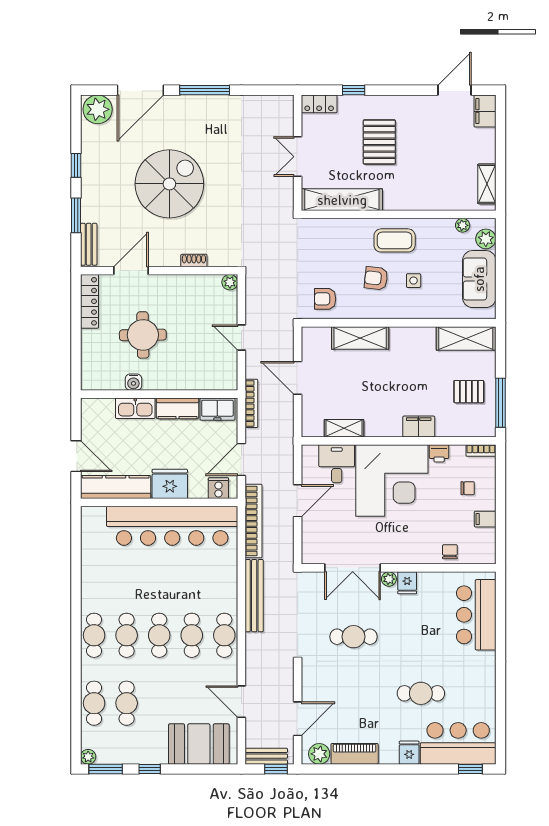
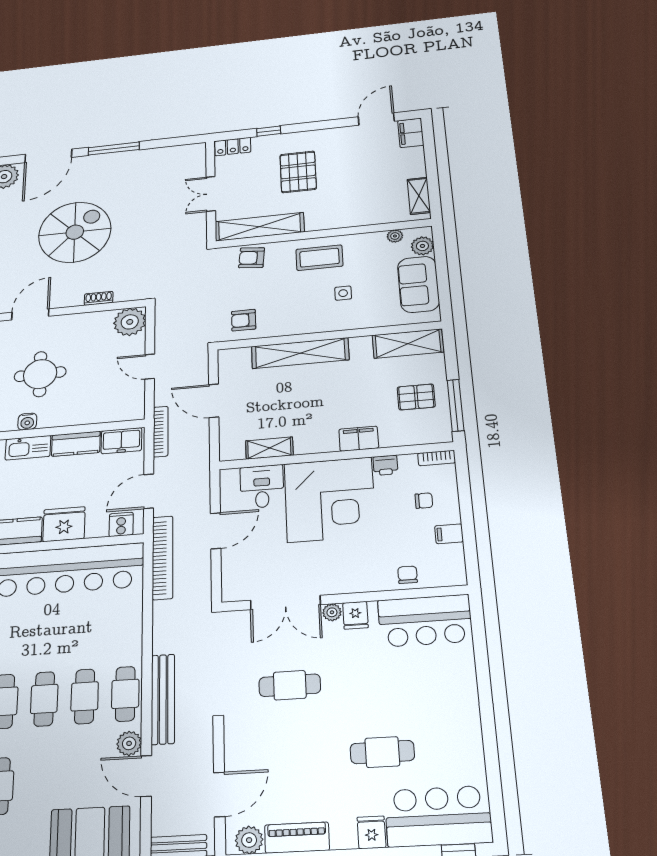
armchair: (376, 278) -> (252, 258), moved
plant: (230, 282) -> (130, 322), width x1.88, depth x1.88
shelving: (360, 338) -> (300, 353), width x1.47
bench: (254, 596) -> (163, 699), moved
bar counter: (476, 615) -> (425, 621), moved, turned -90
plant: (228, 675) -> (129, 743), added

